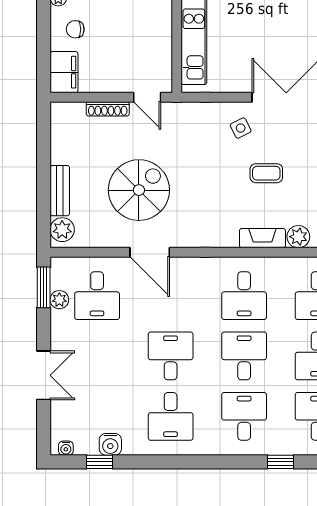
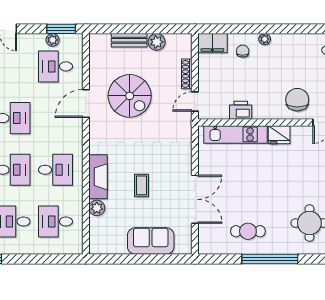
printer: (159, 32) -> (241, 110), added
side table: (241, 128) -> (173, 167), removed
plant: (62, 230) -> (157, 42), moved
fireplace: (262, 238) -> (98, 177), width x1.37, depth x1.32
desk: (244, 296) -> (55, 170), turned 180

